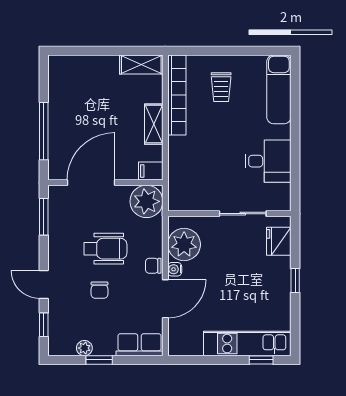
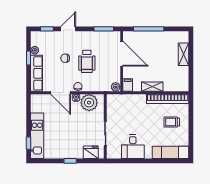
shelving: (141, 65) -> (184, 54), moved
plant: (146, 201) -> (116, 87), width x0.53, depth x0.53
row of seats: (139, 345) -> (36, 73), width x1.48

